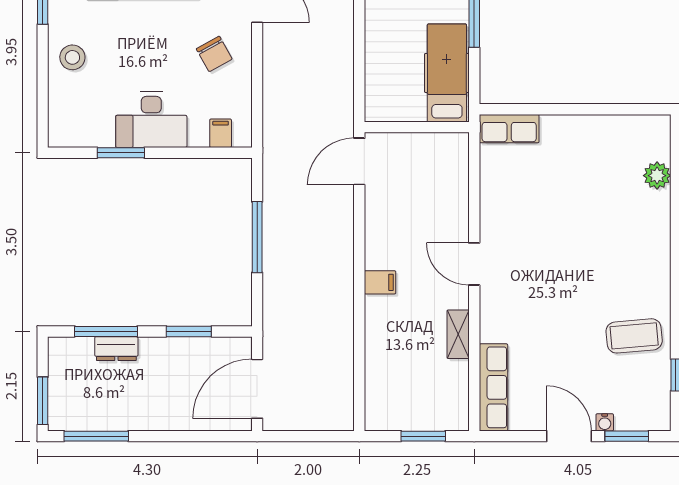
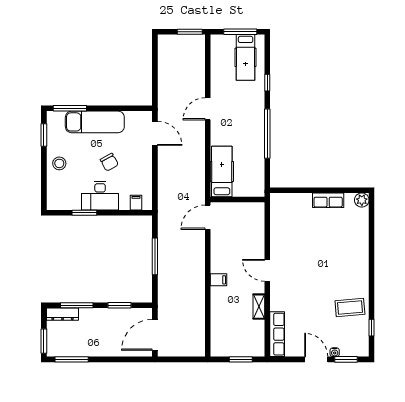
chair: (214, 54) -> (109, 162), moved
hospital bed: (447, 73) -> (222, 171), moved
row of seats: (509, 129) -> (328, 200), moved
plant: (657, 176) -> (362, 200), moved
dresser: (116, 349) -> (62, 314), moved, width x1.44

